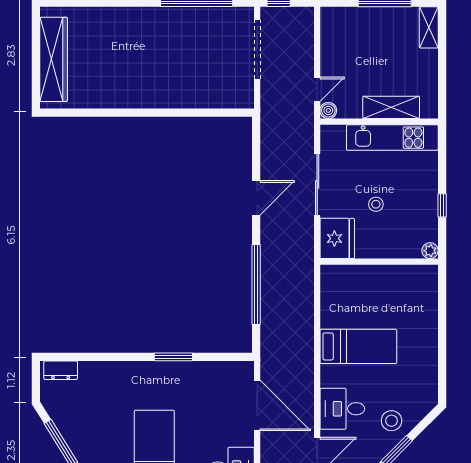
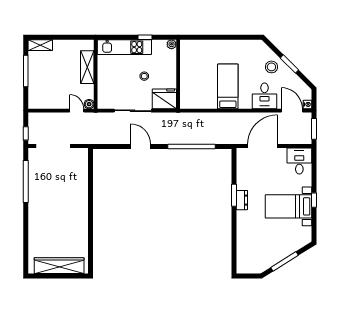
kitchen unit: (392, 138) -> (124, 47), moved, turned 90
dresser: (61, 370) -> (242, 200), moved

